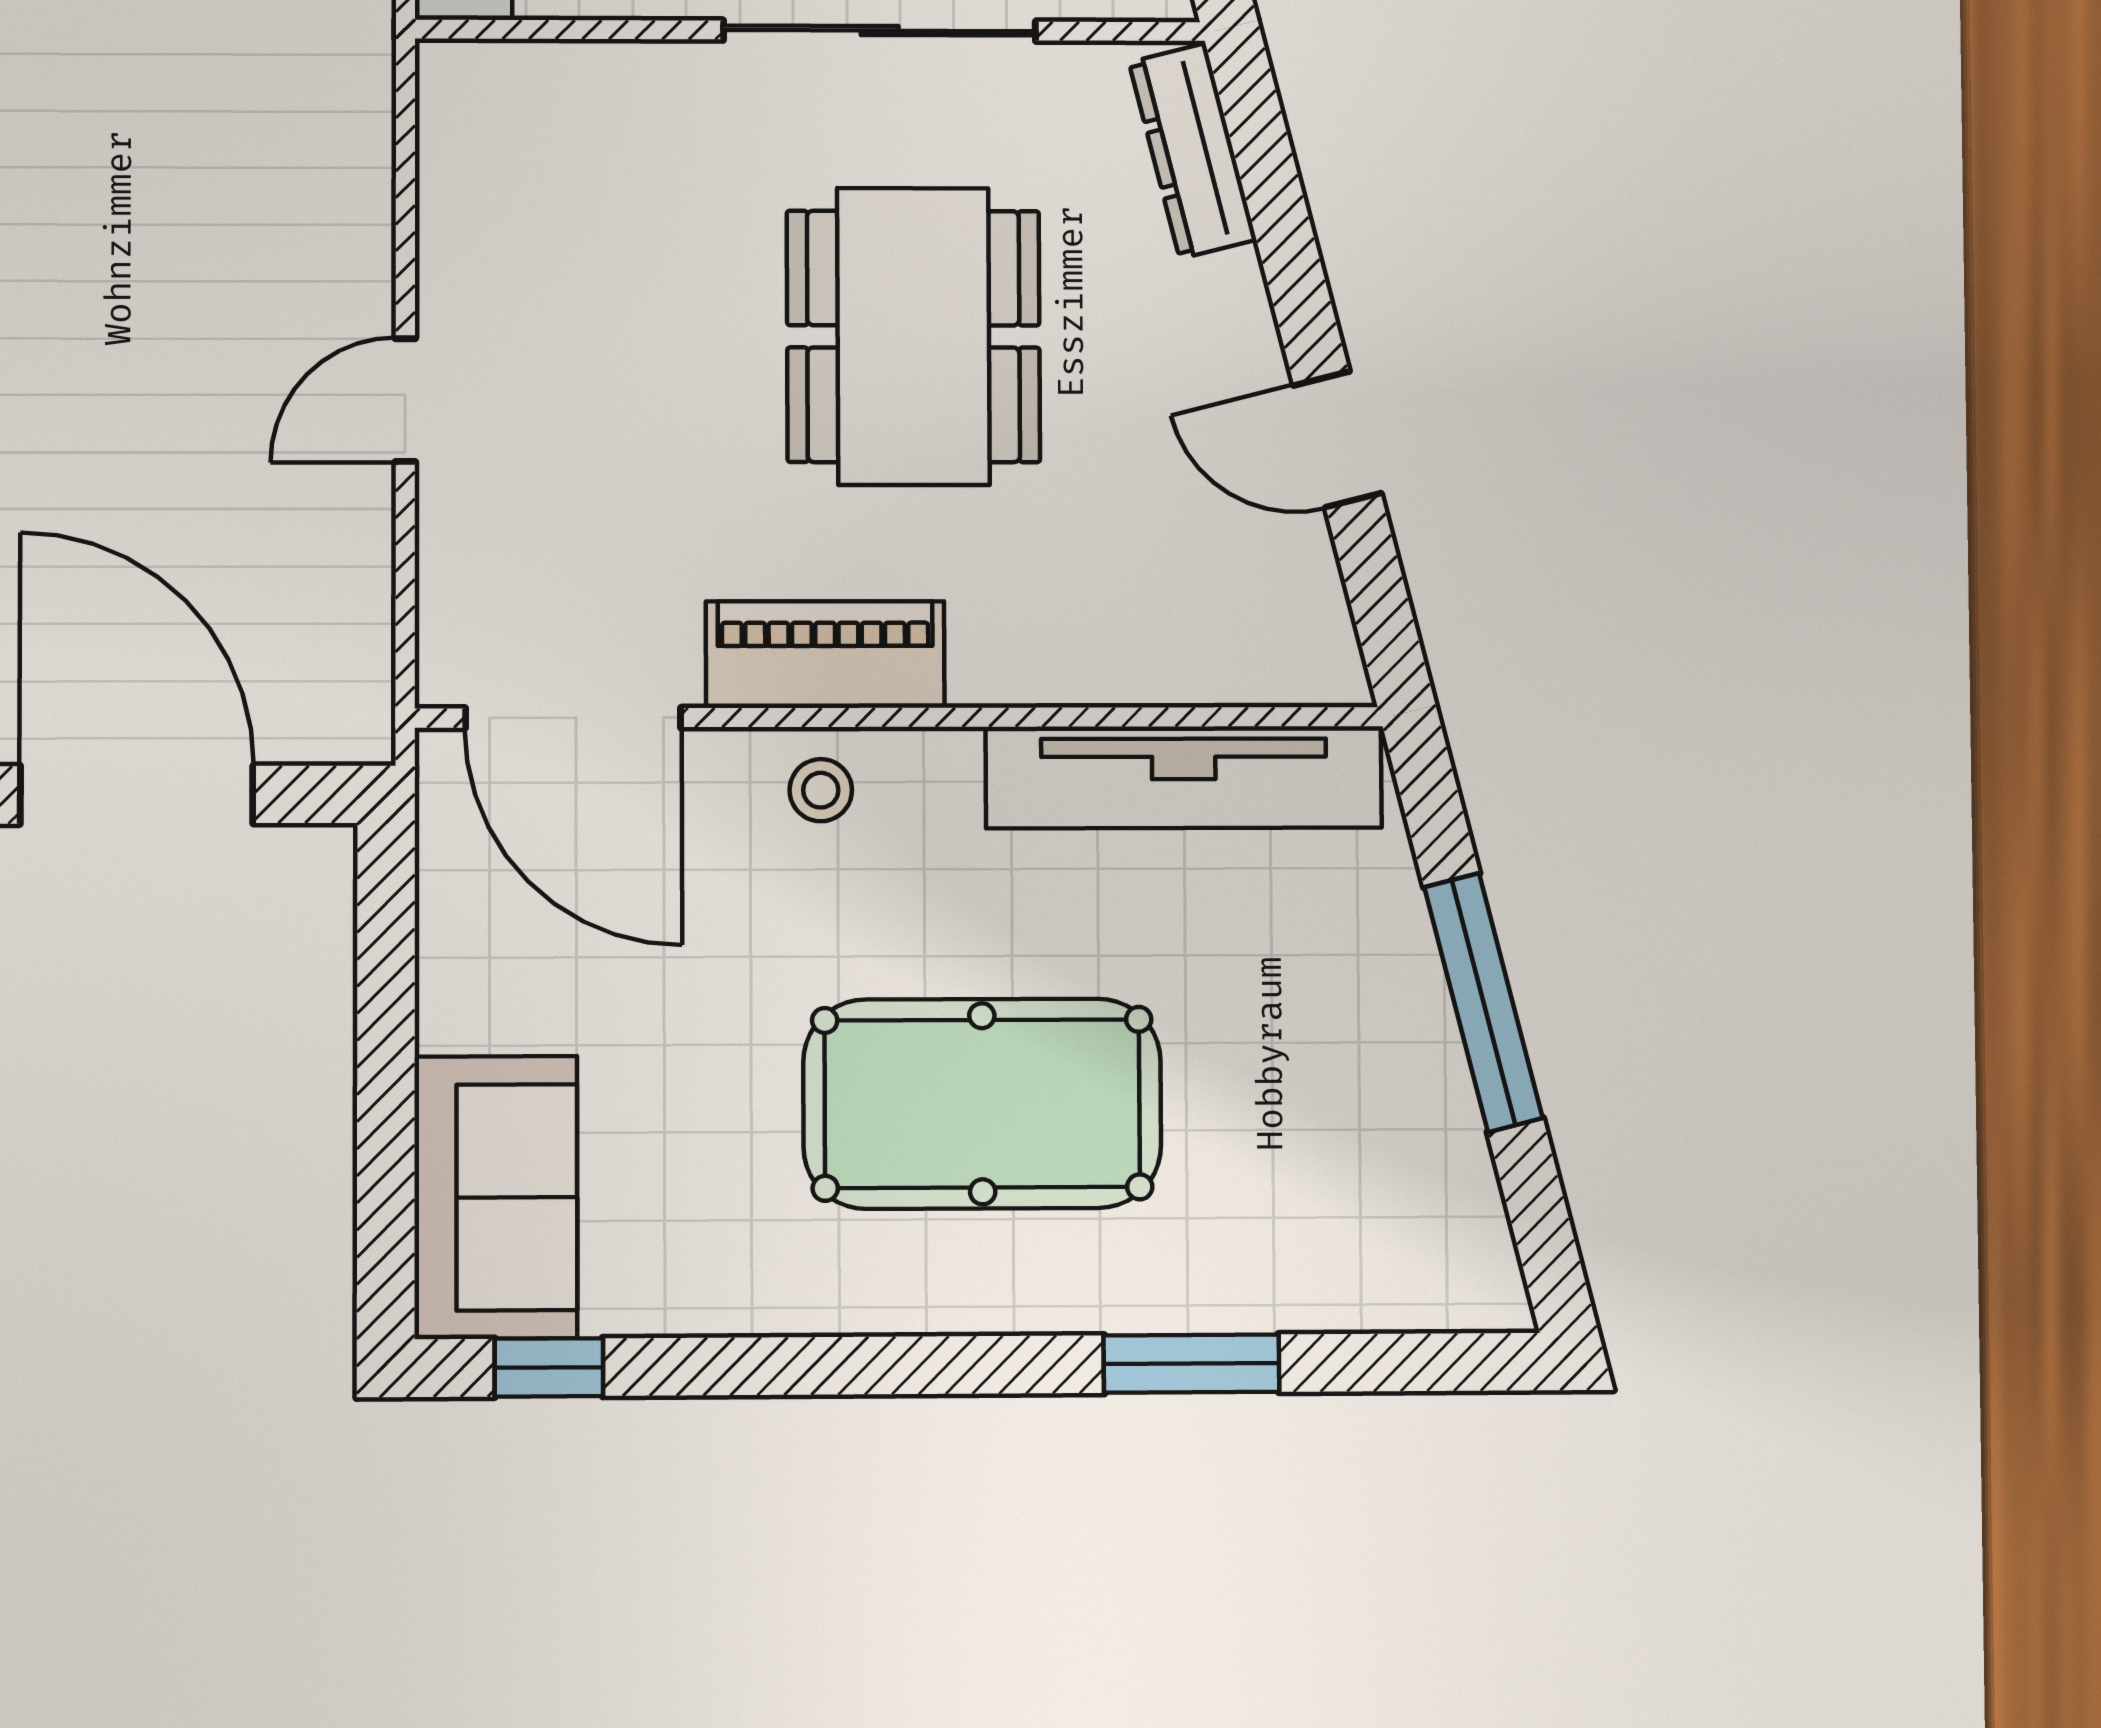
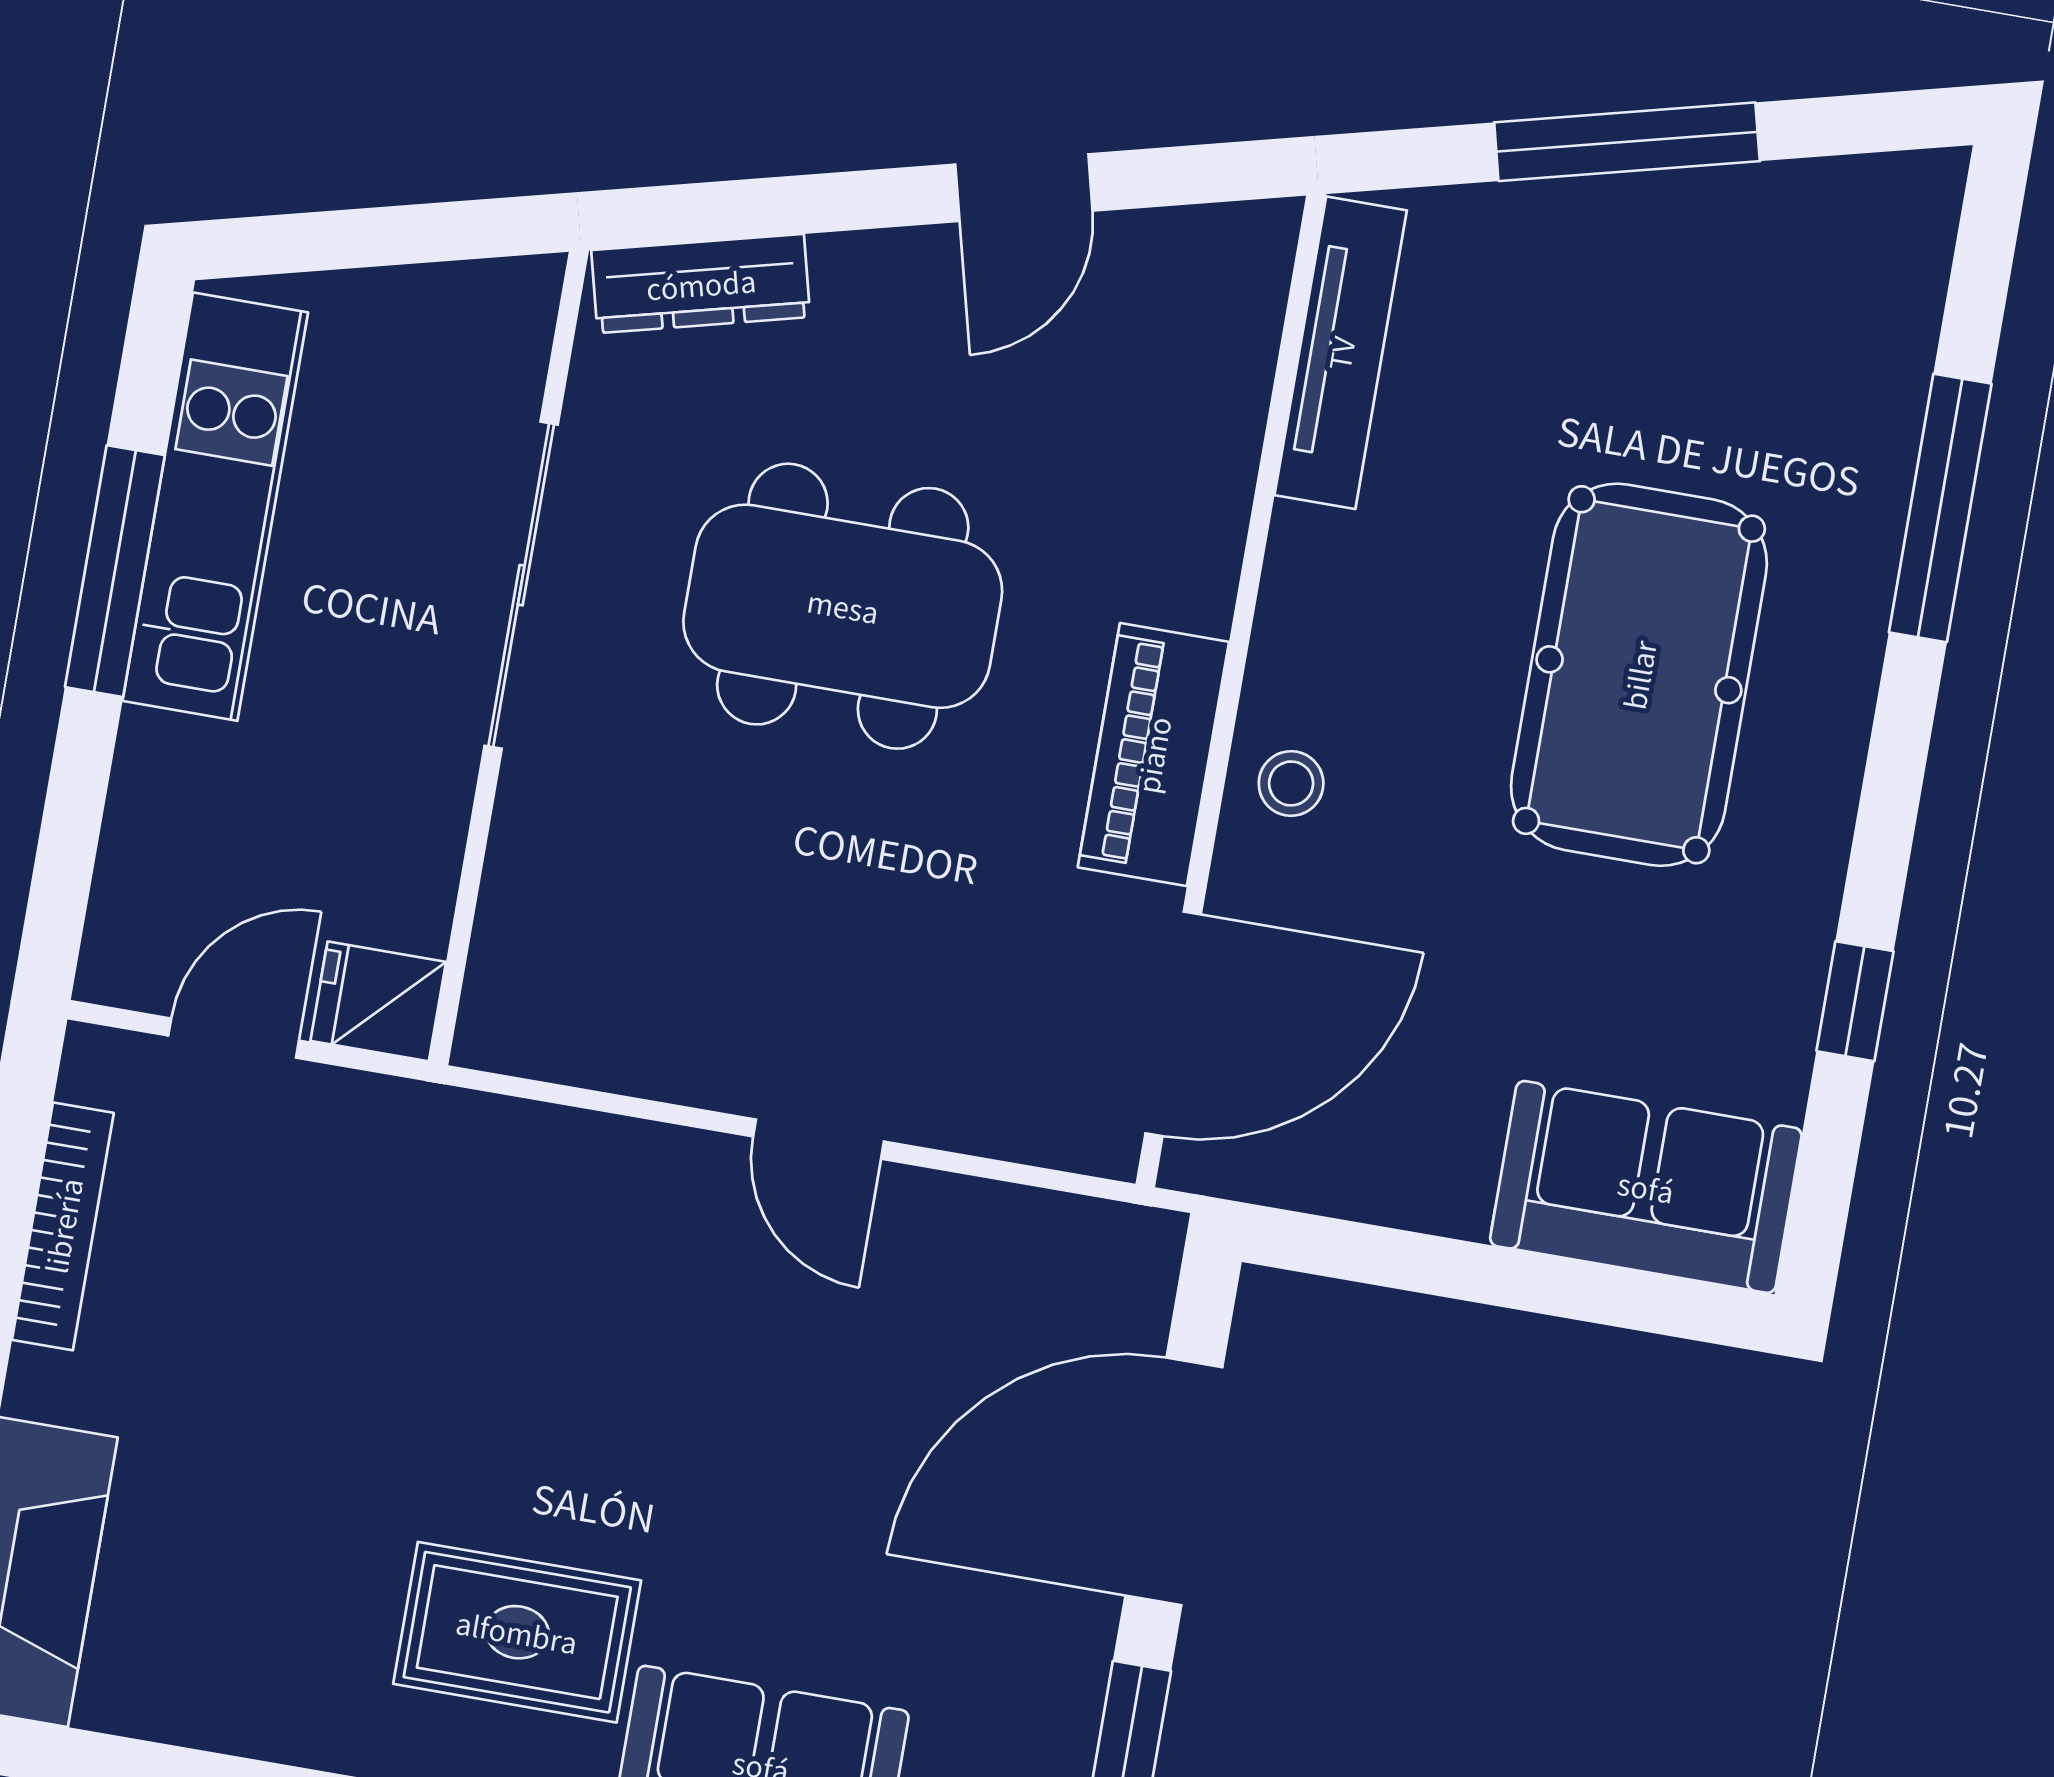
tv unit: (1184, 777) -> (1341, 353), width x0.73, depth x0.78
window: (1191, 1364) -> (1940, 508), width x1.44
window: (549, 1367) -> (1855, 1001), moved

